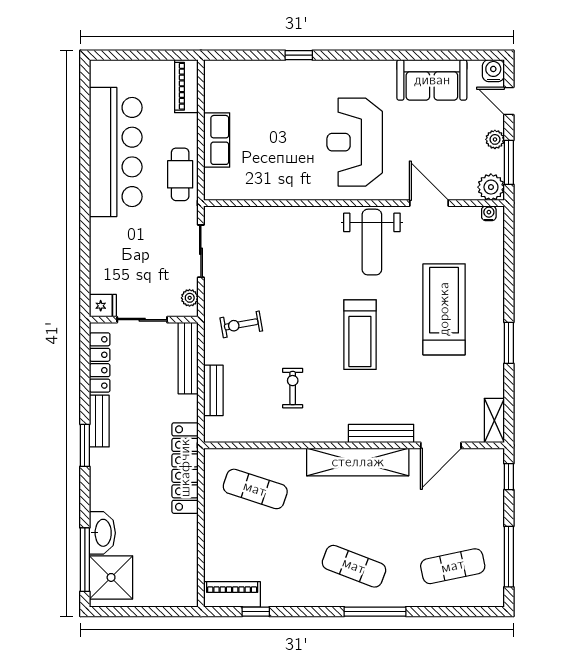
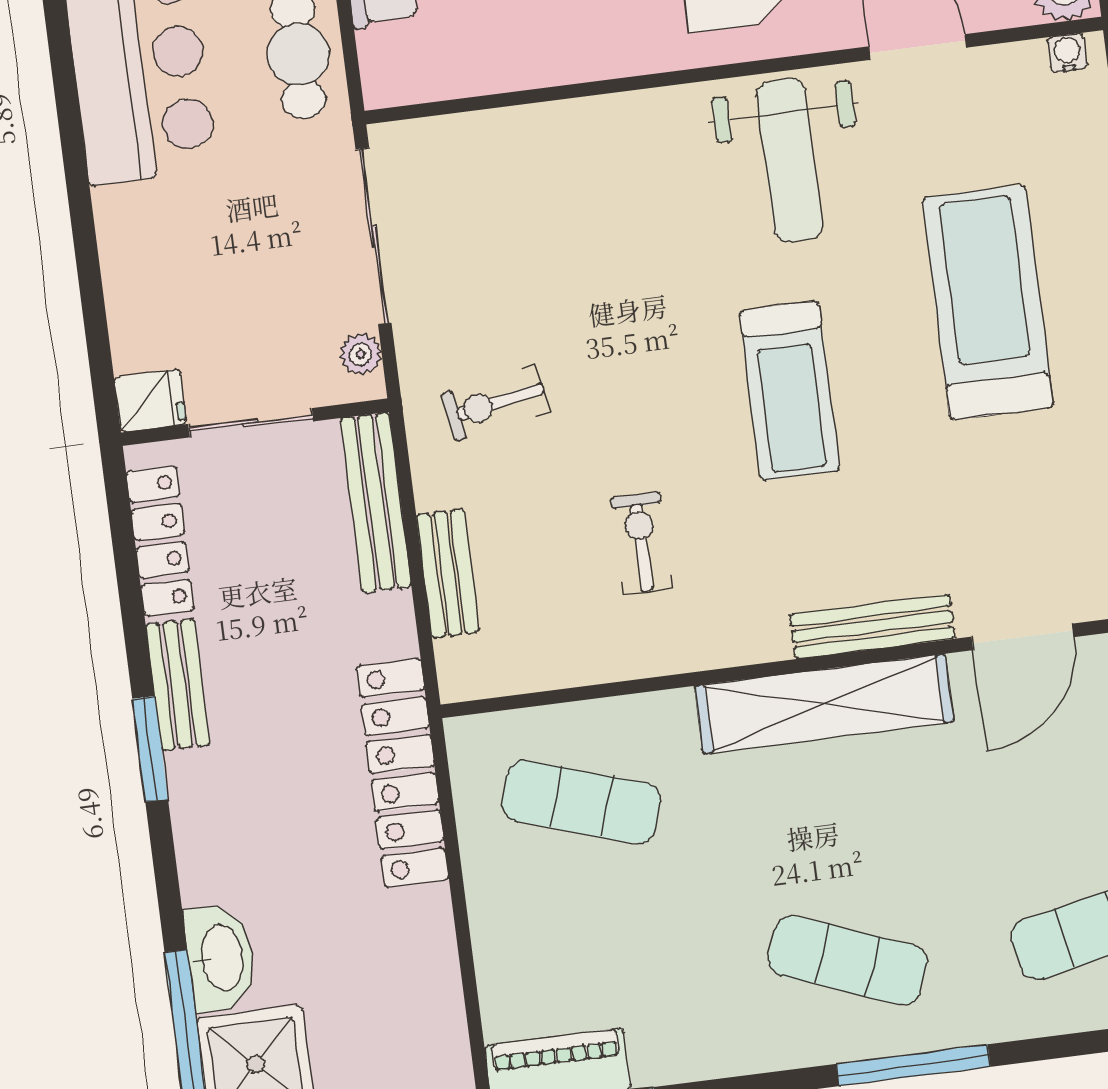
sliding door: (201, 251) -> (374, 236), width x1.37

